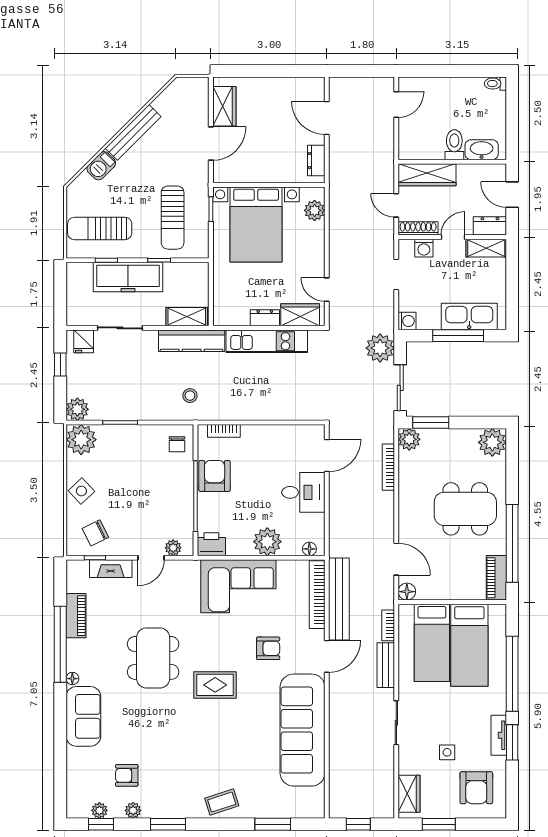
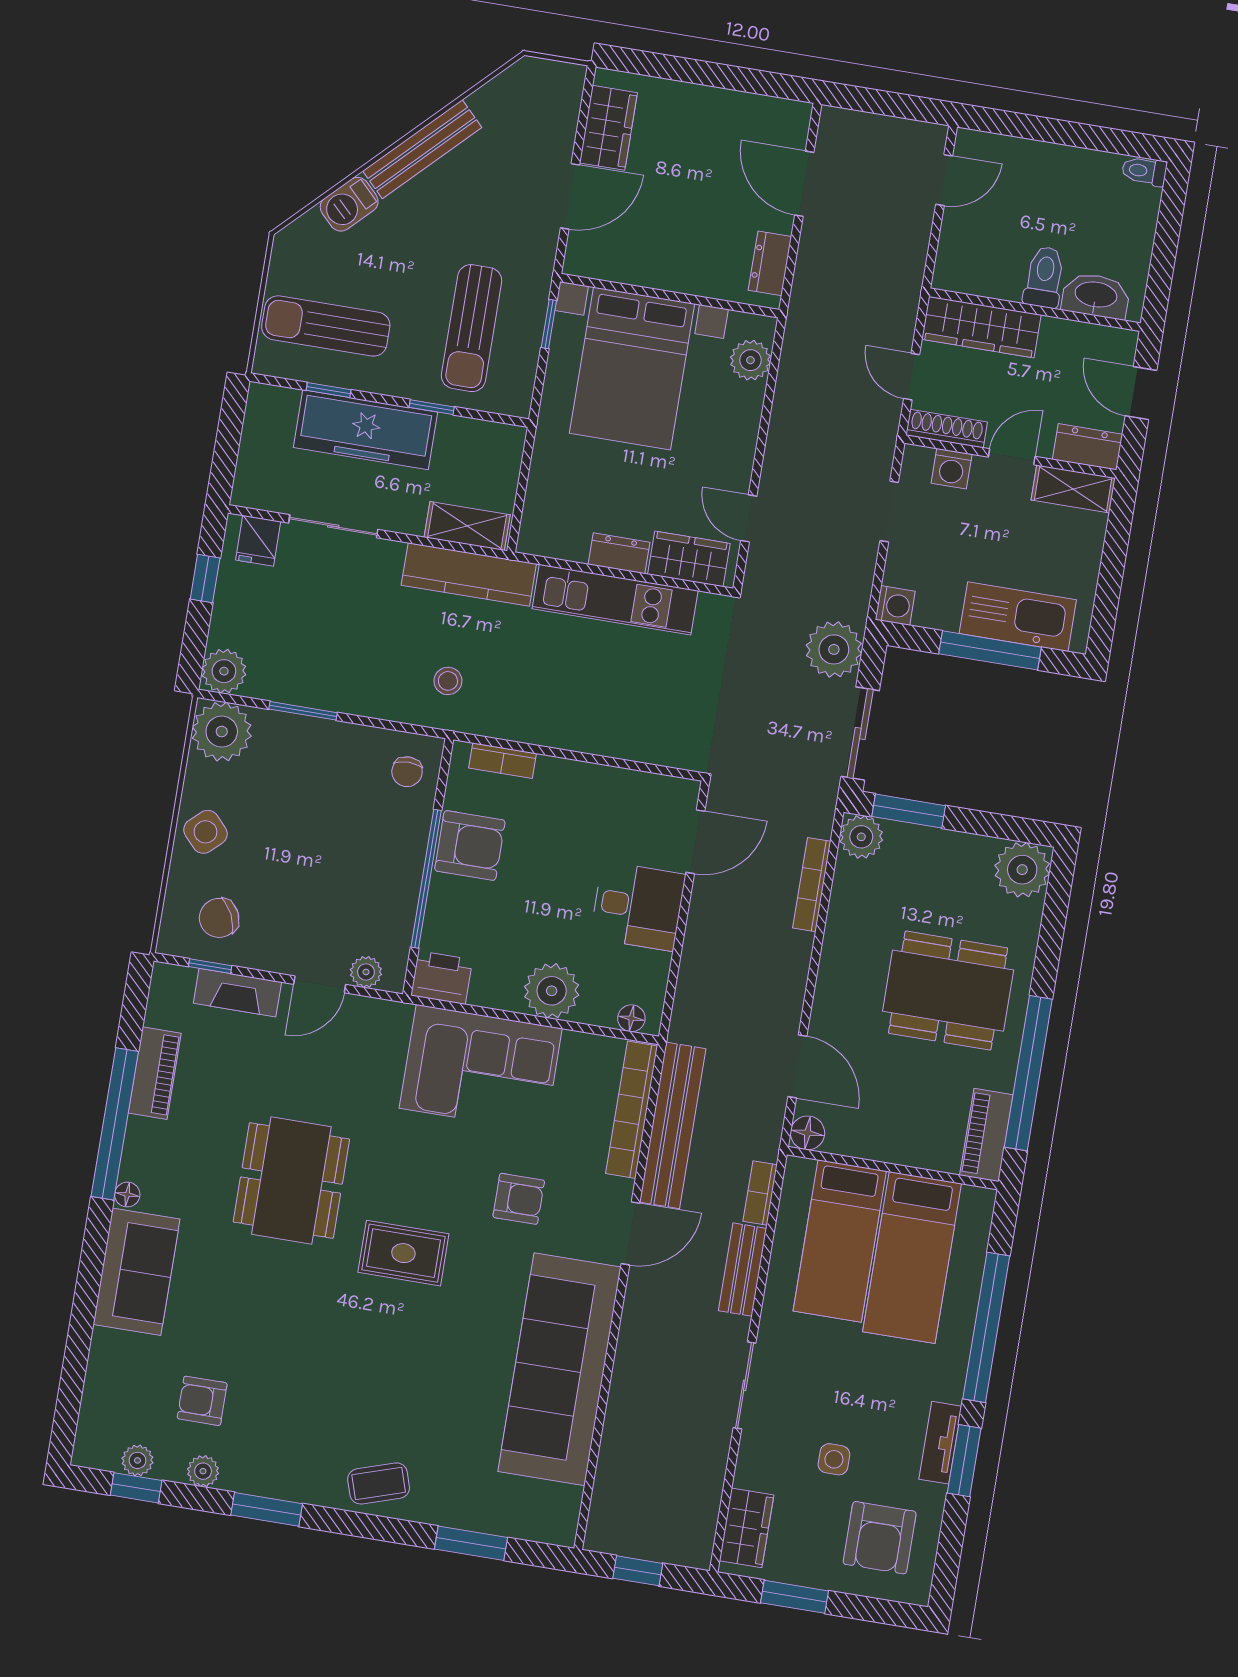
armchair: (215, 476) -> (470, 845), turned 90

